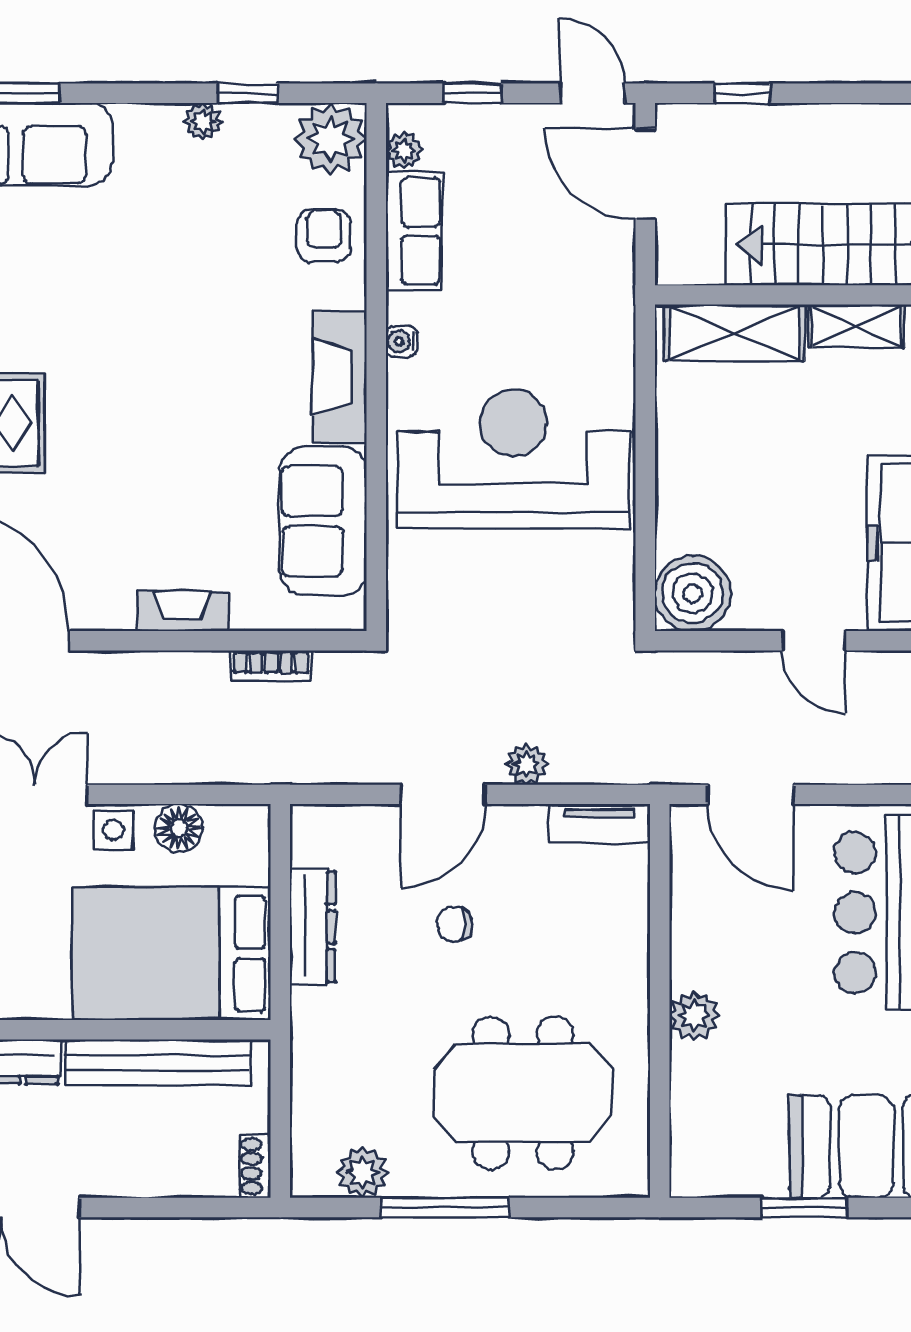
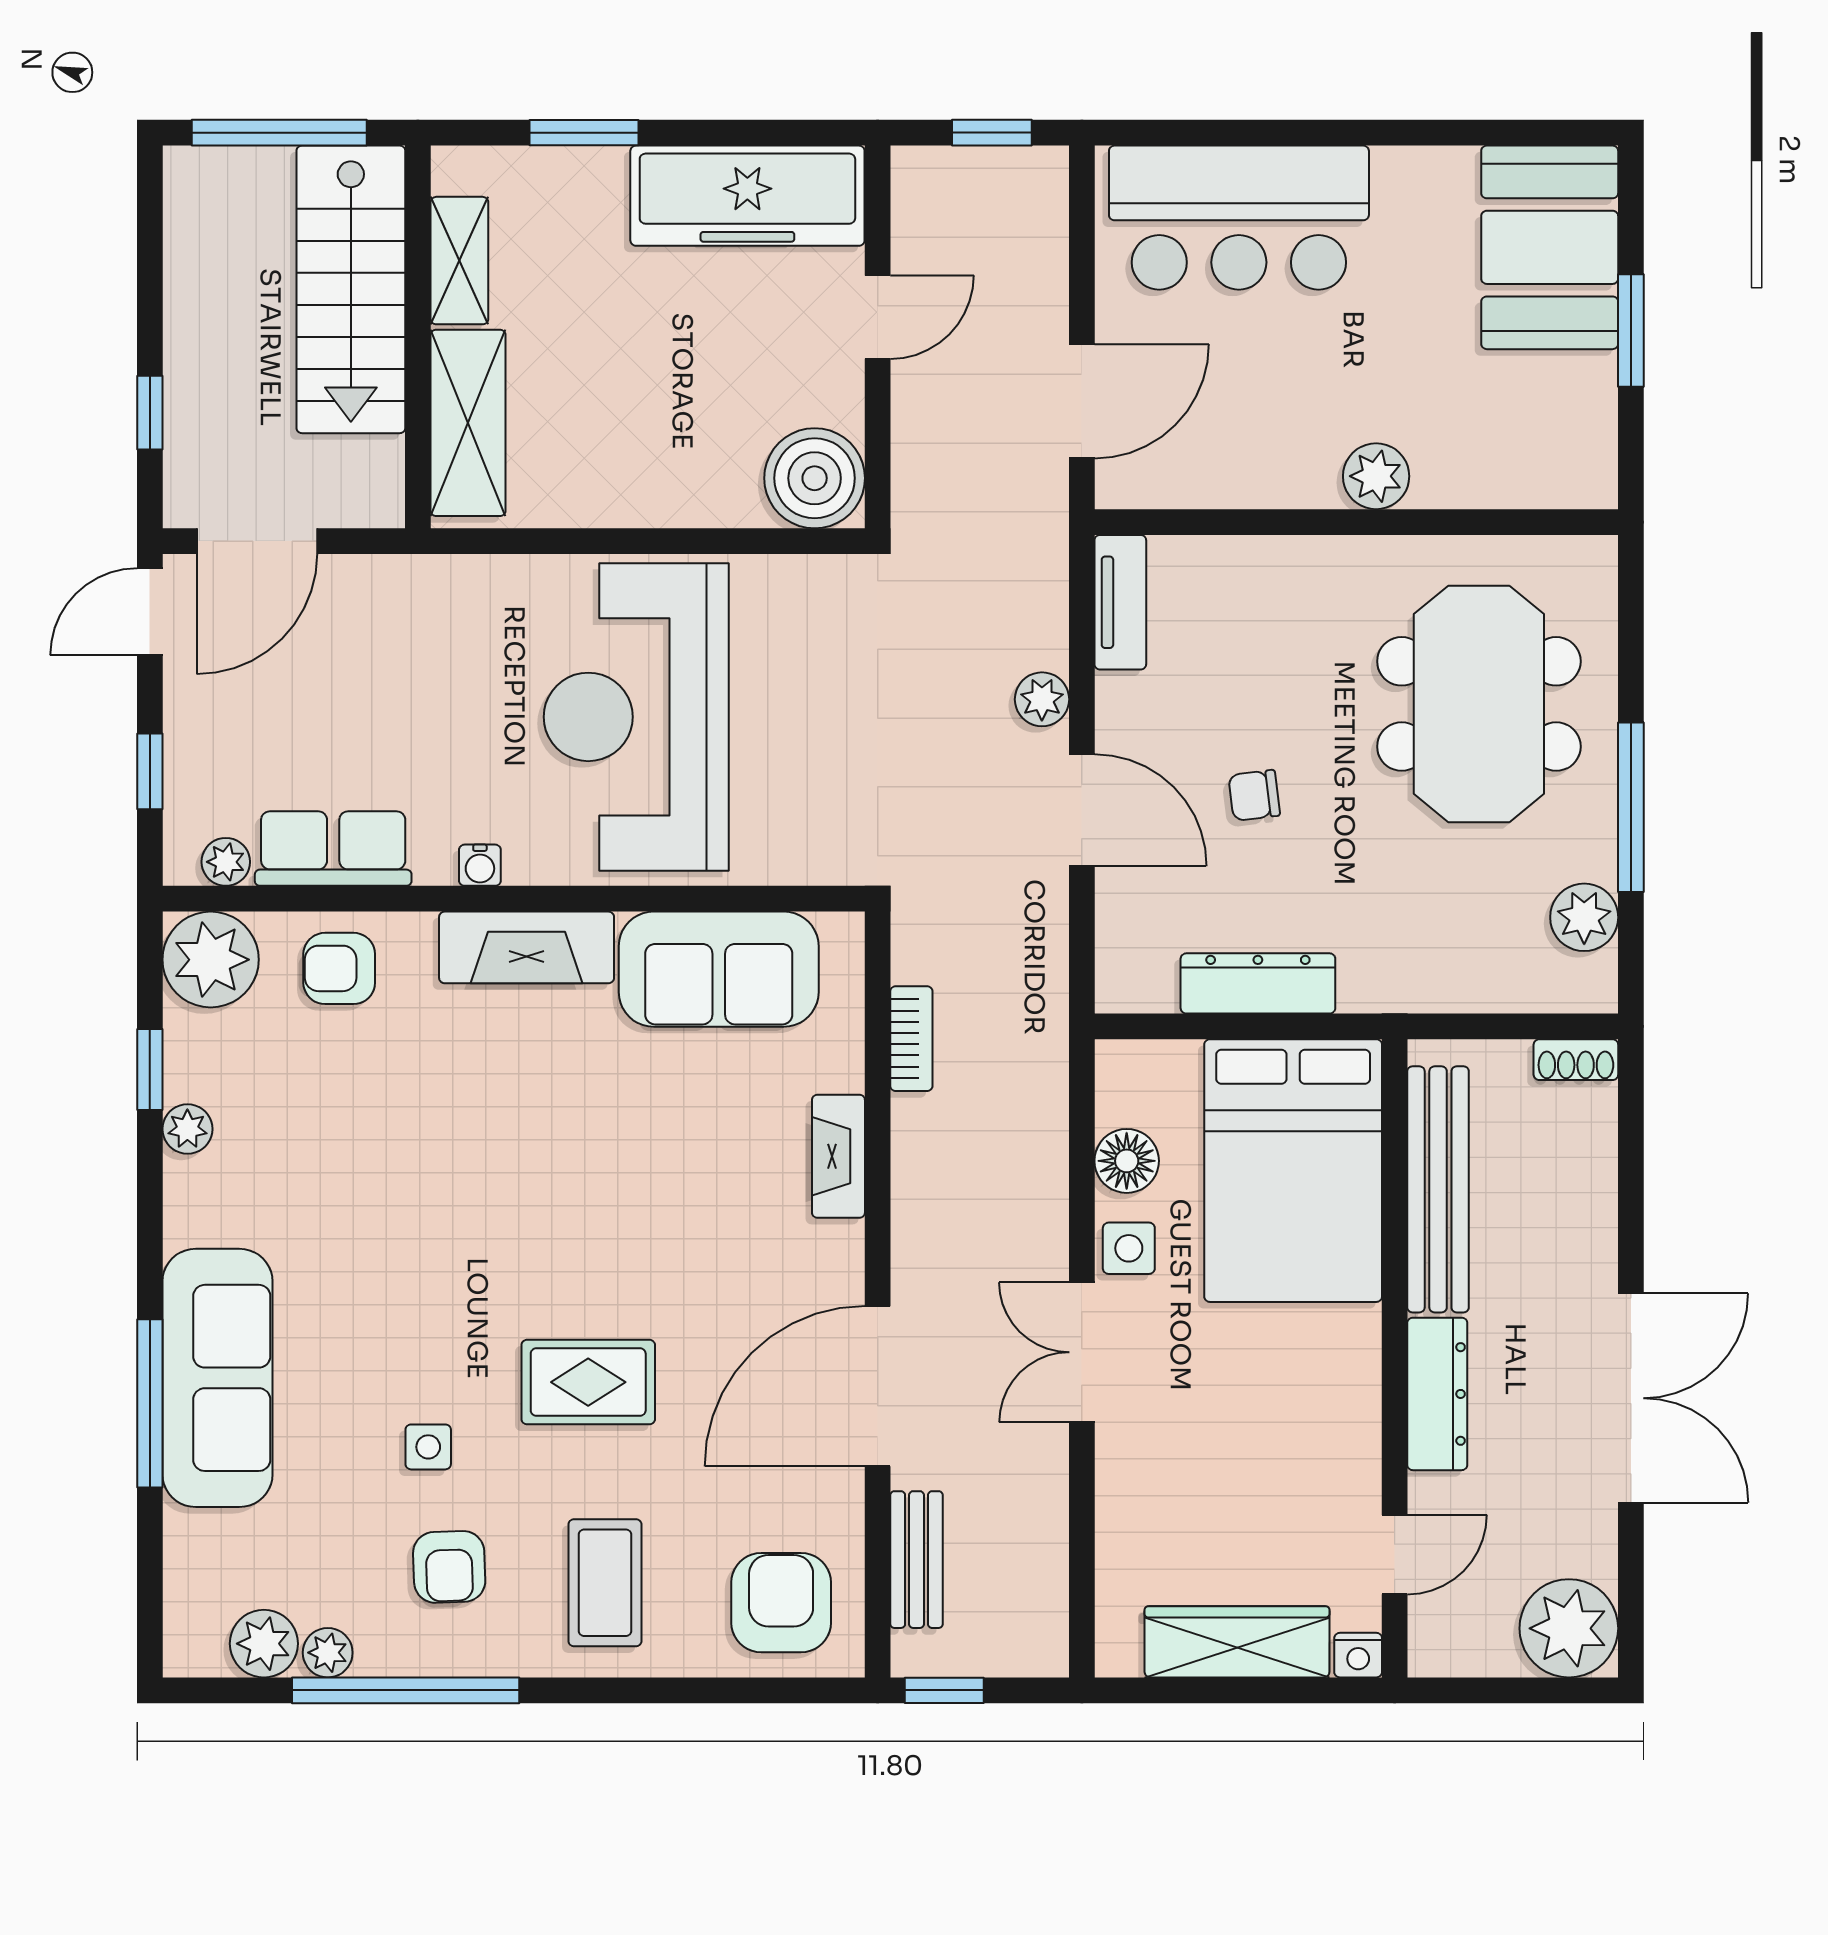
chair: (454, 924) -> (1254, 795), turned 83

